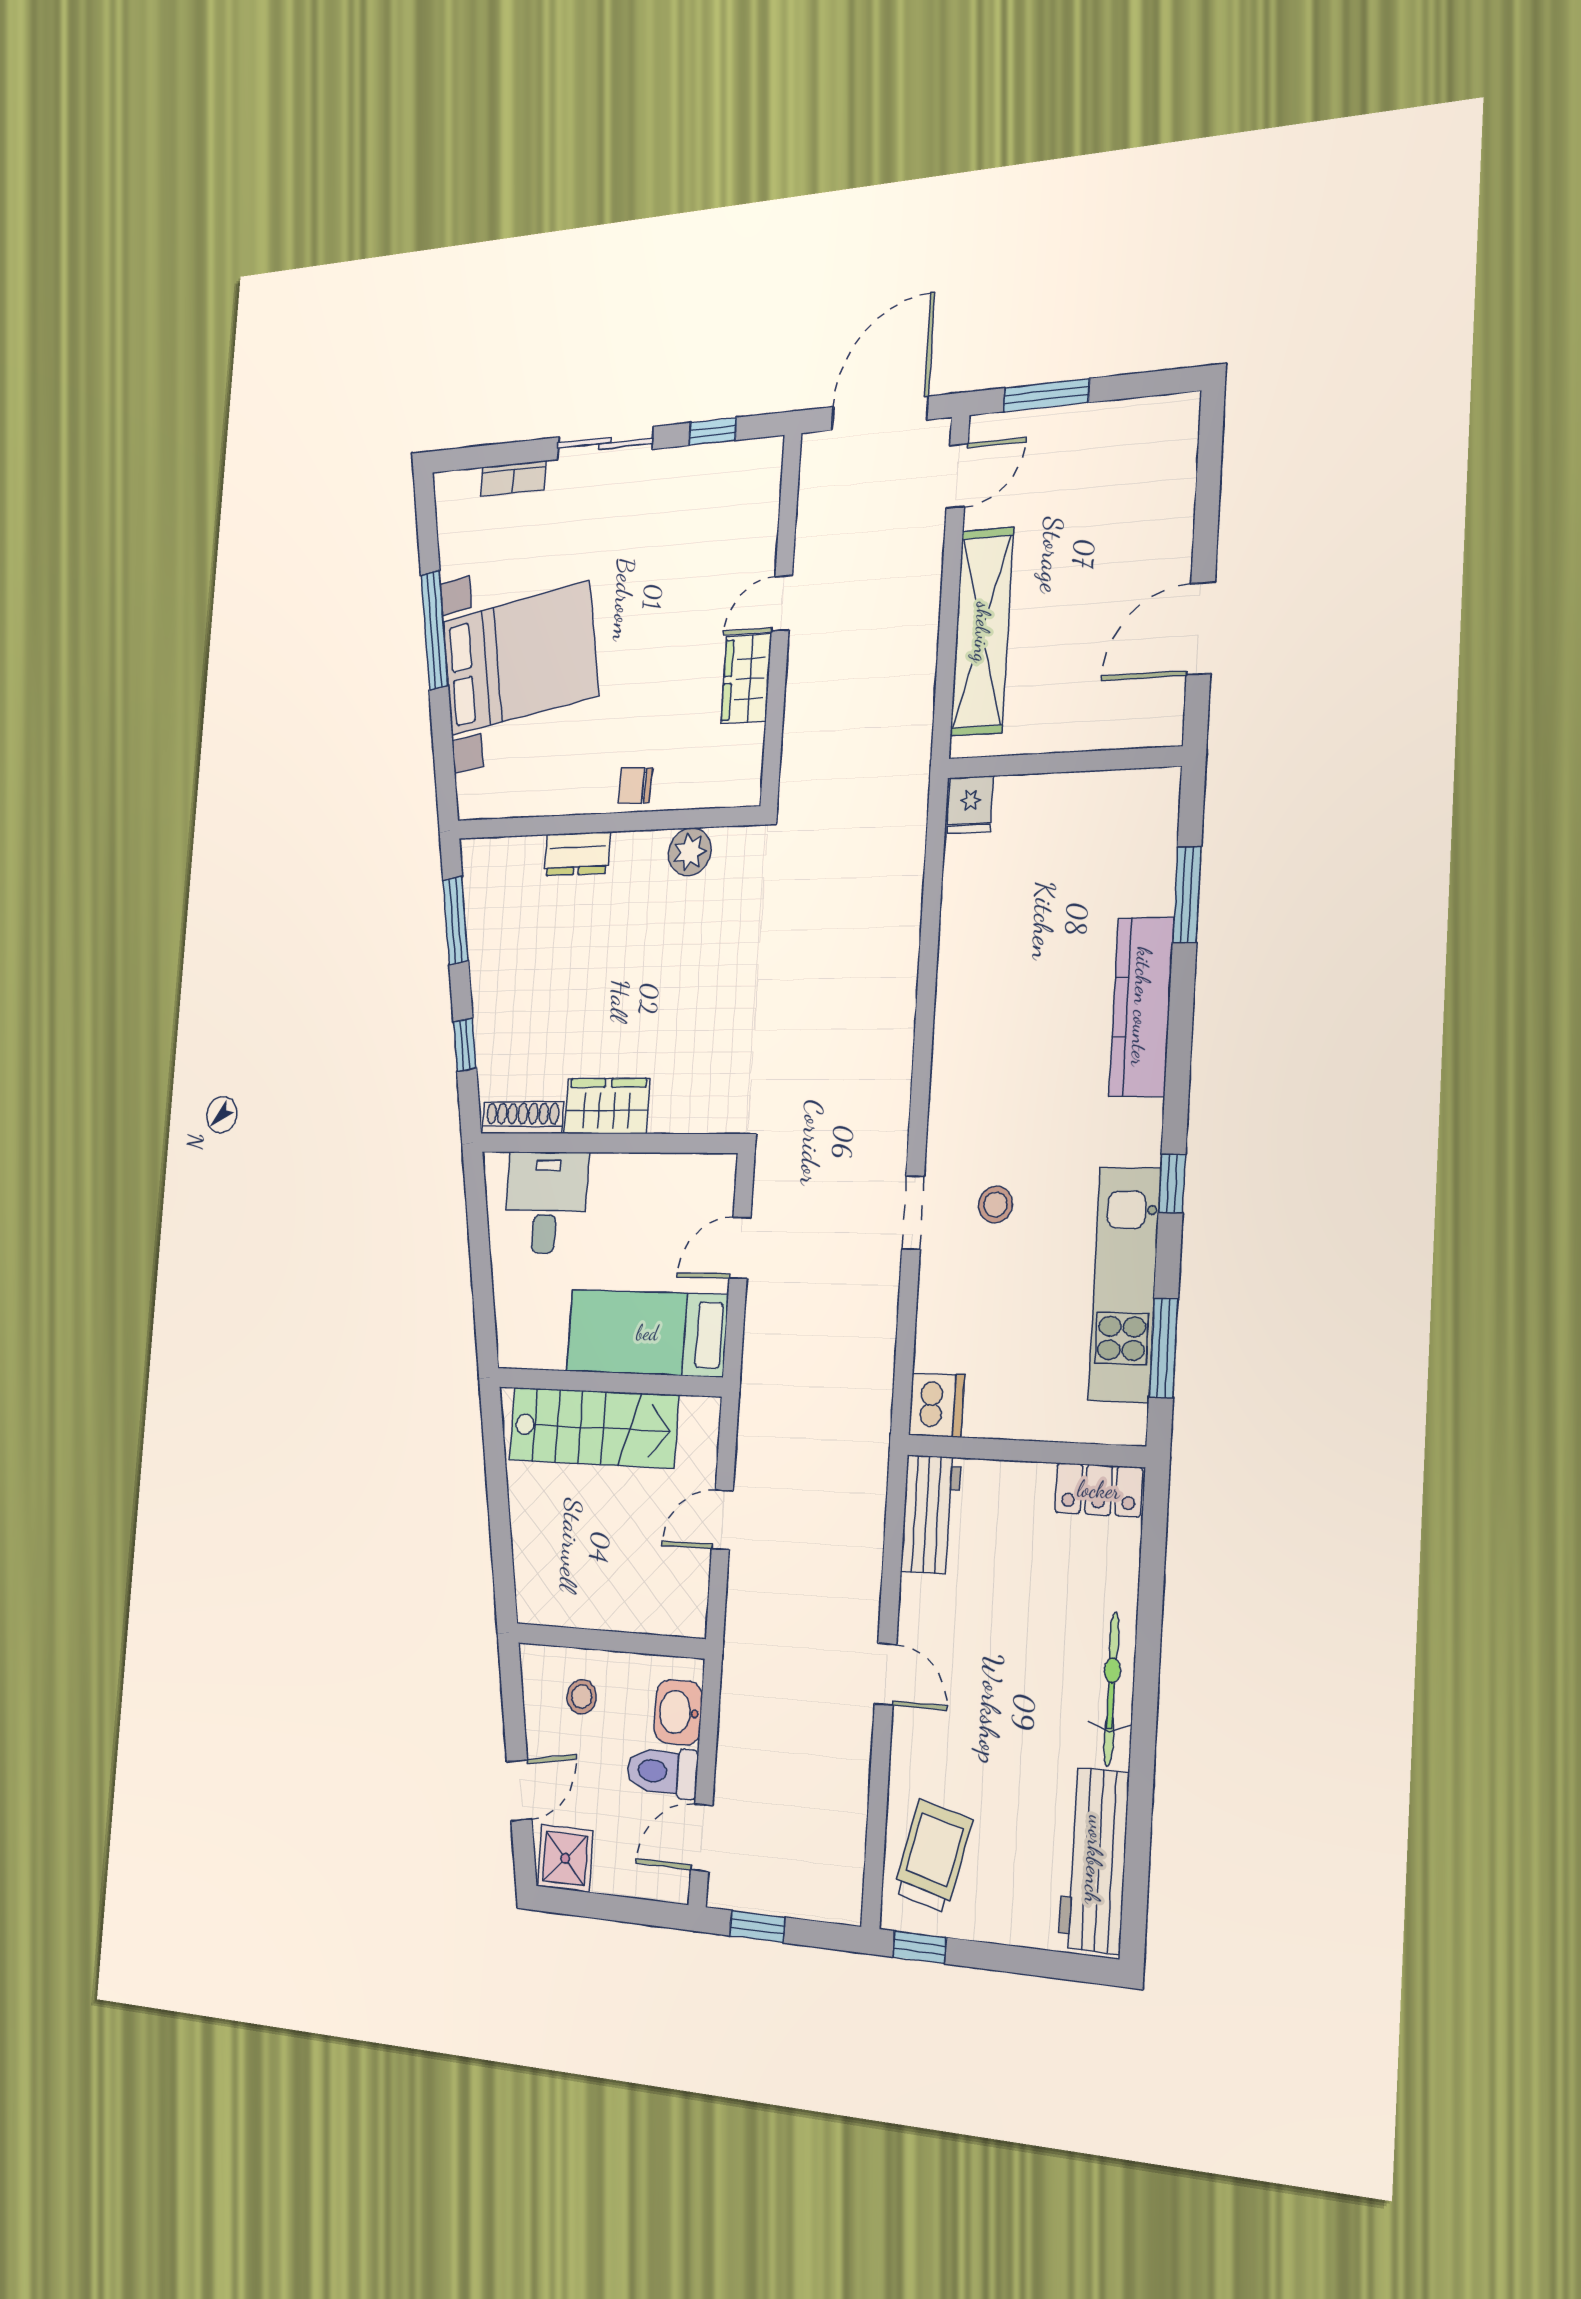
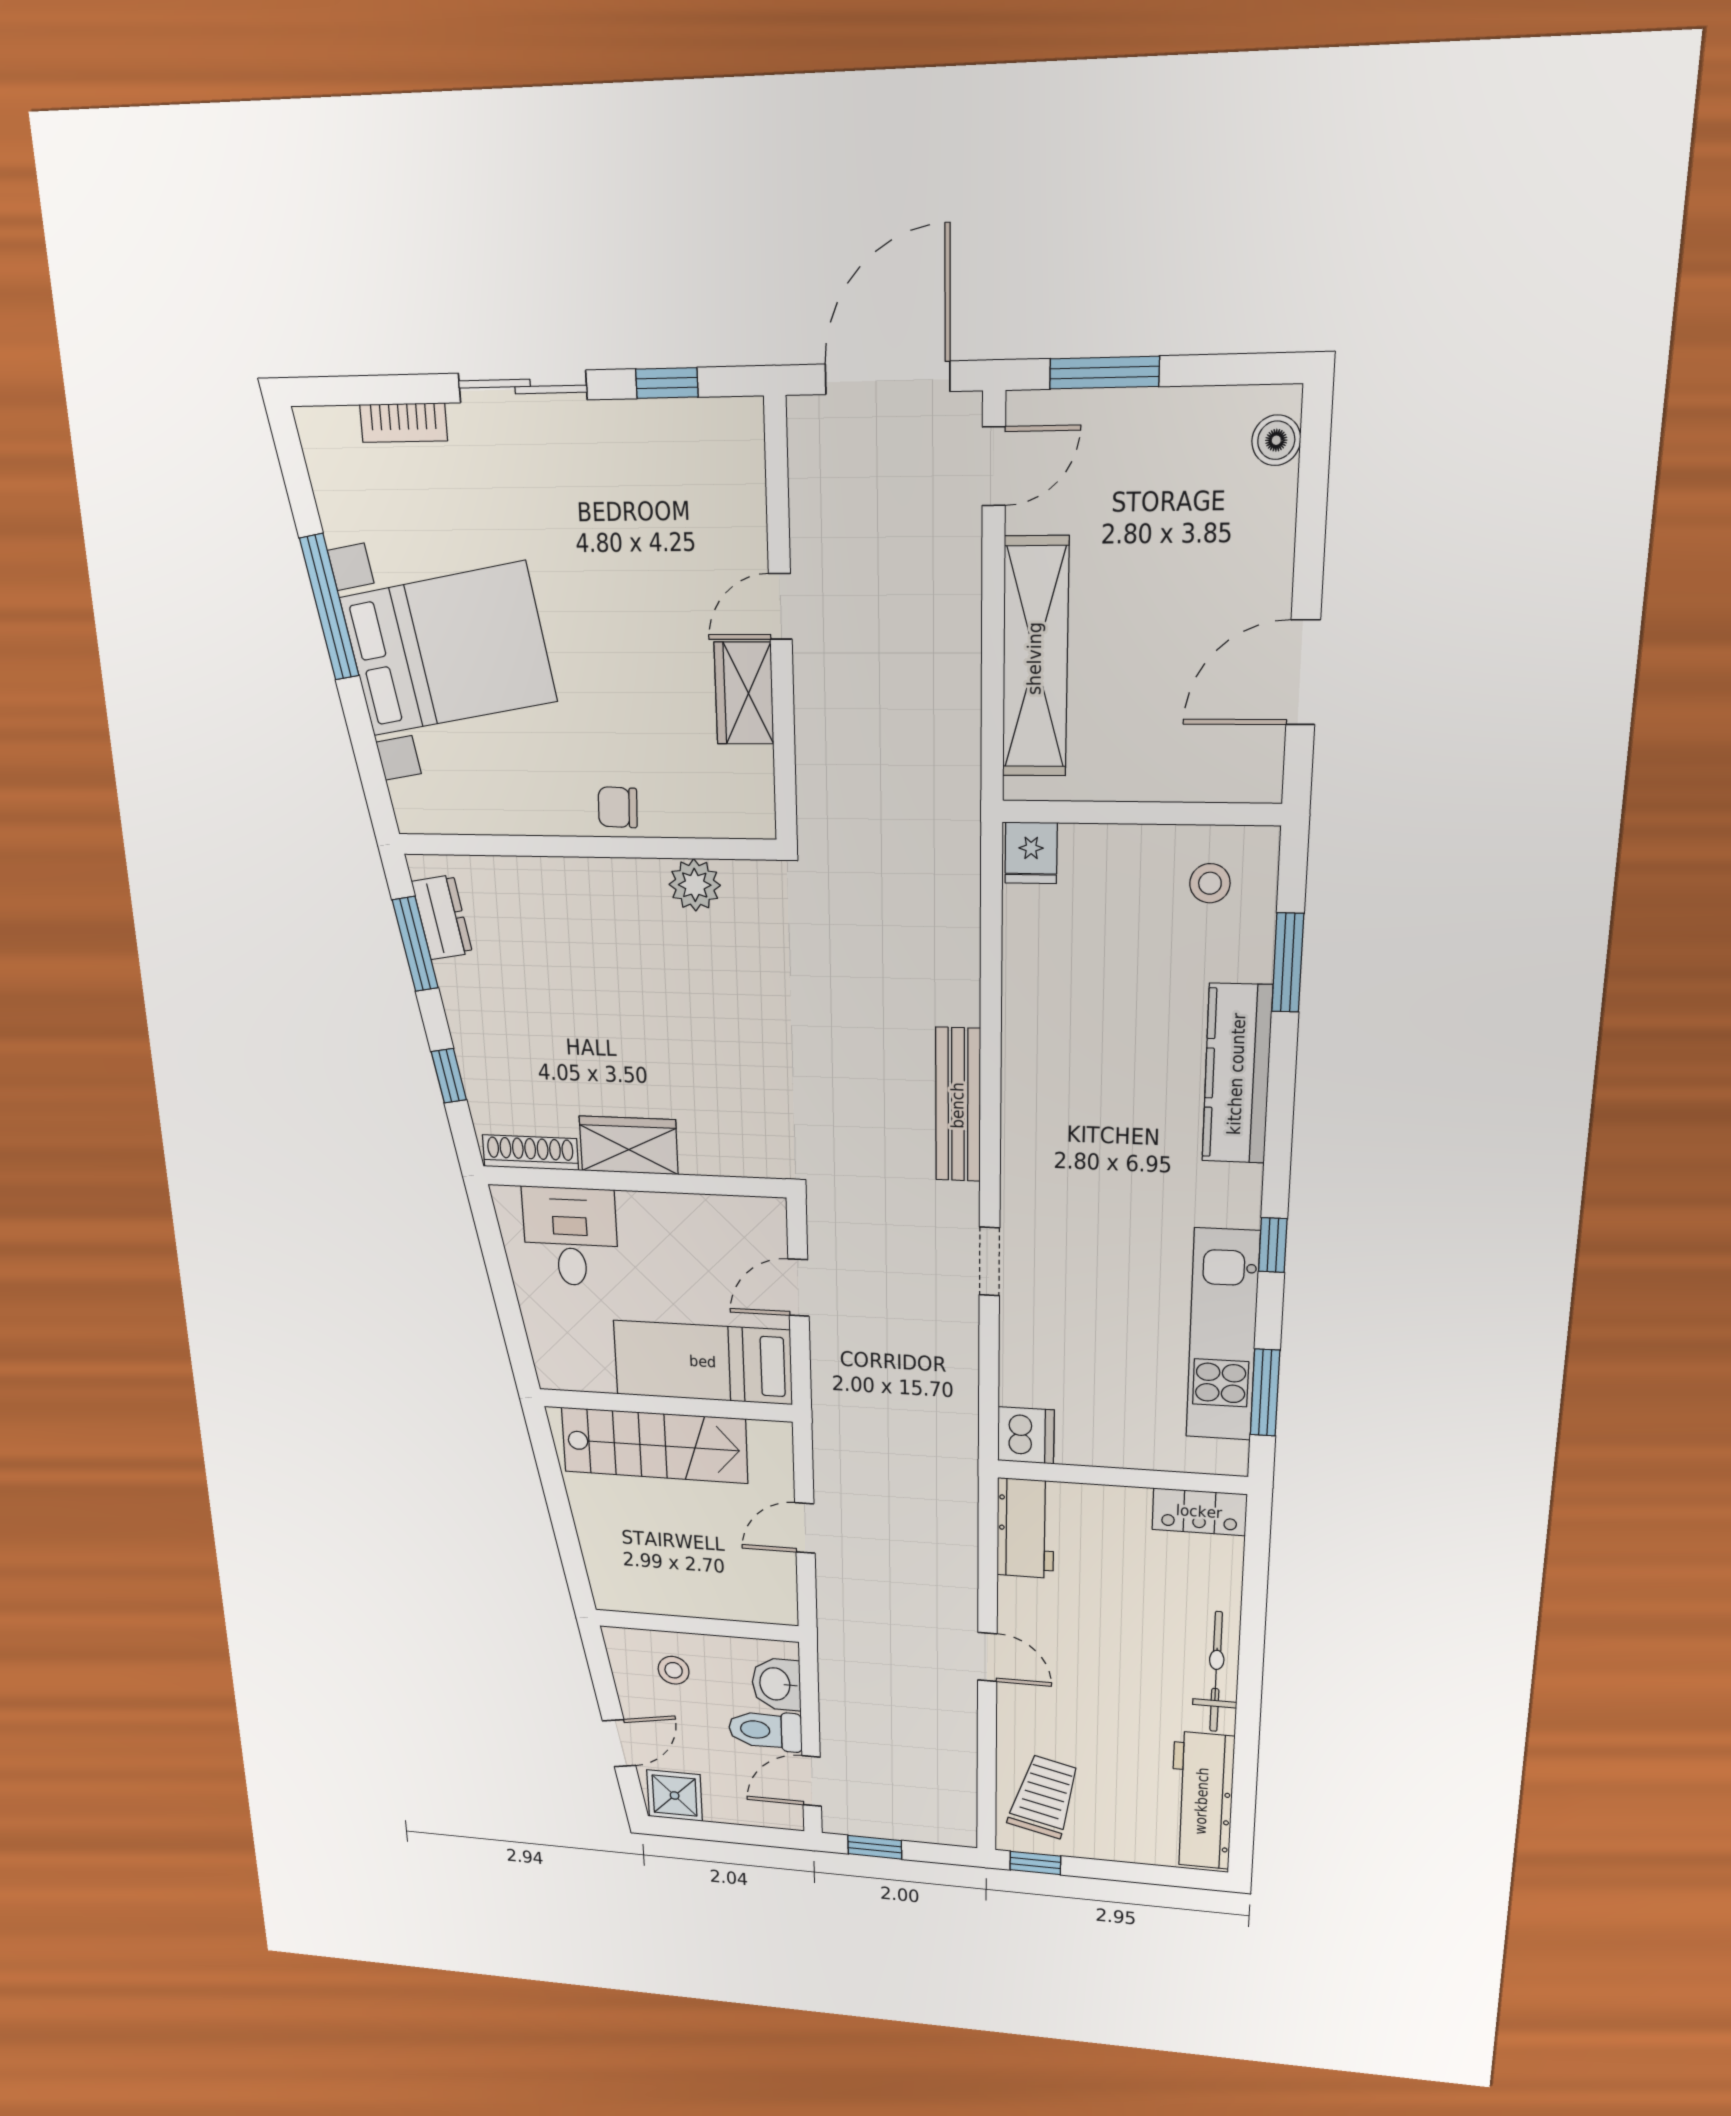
boiler: (1180, 437) -> (1276, 440), added
dresser: (577, 854) -> (442, 917), moved, turned -100
bench: (895, 1051) -> (958, 1105), added
stool: (995, 1205) -> (1210, 883), moved

